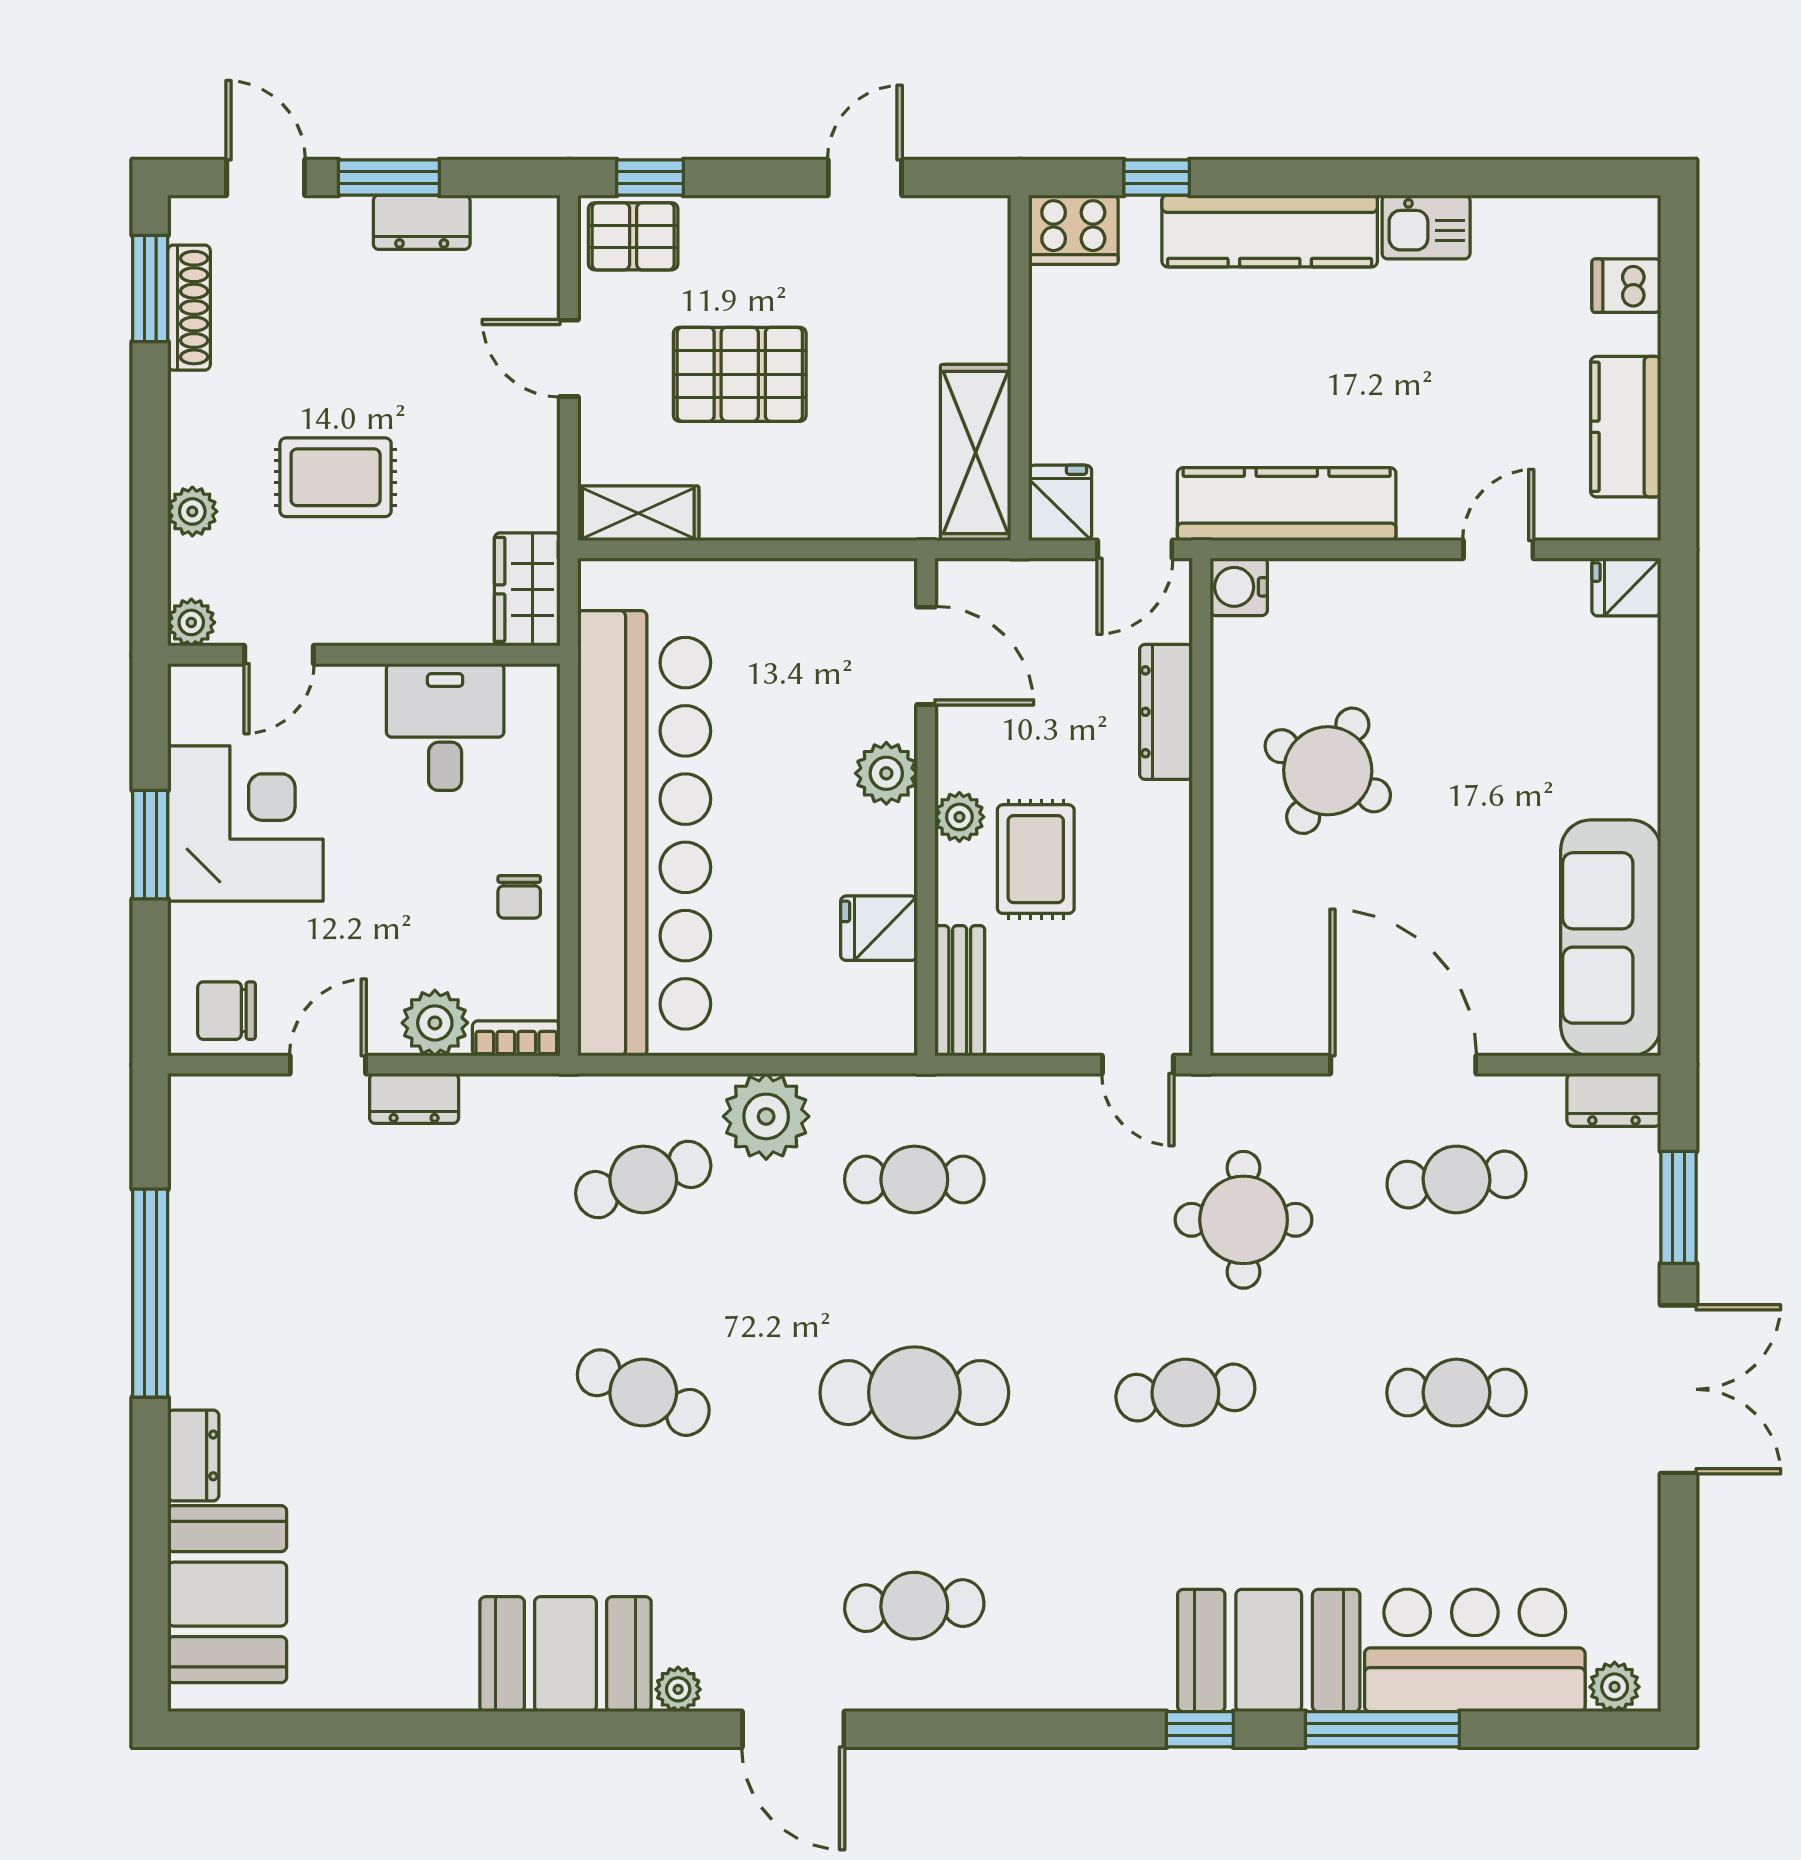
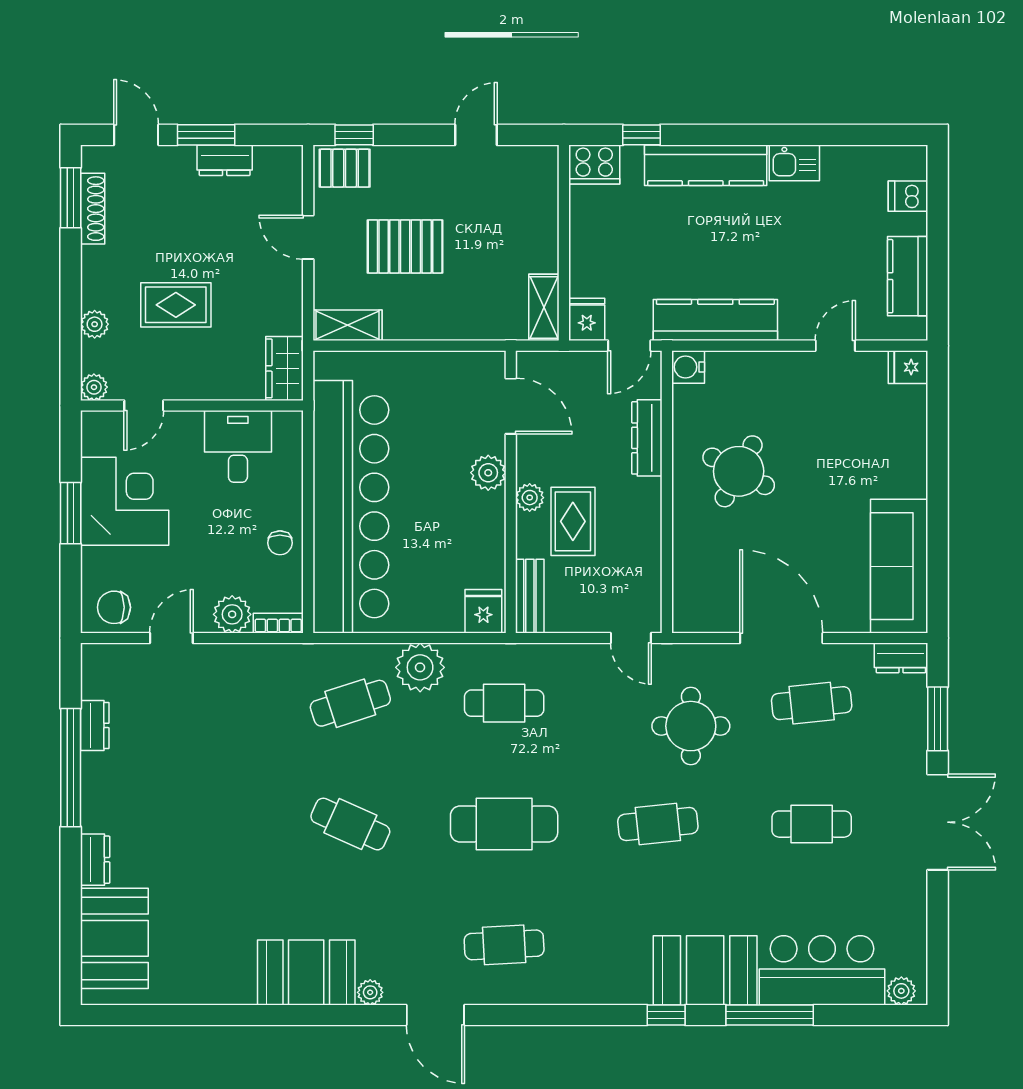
shelving: (976, 452) -> (544, 307), width x0.67, depth x0.75
fridge: (879, 928) -> (483, 611), moved, turned 90
dresser: (414, 1098) -> (95, 725), moved, turned -90

